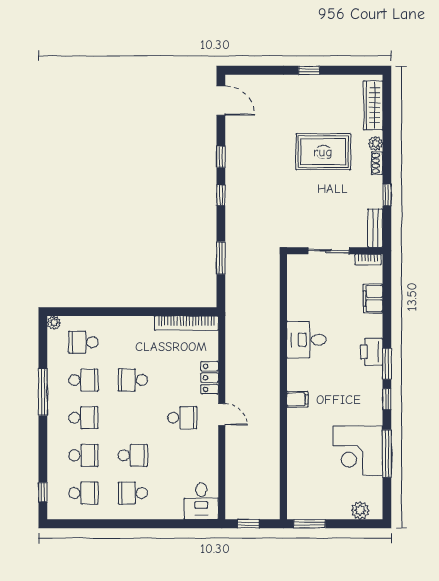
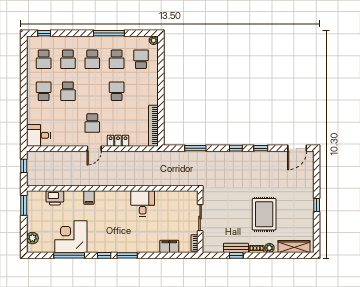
bench: (375, 228) -> (236, 248), moved
printer: (372, 352) -> (55, 198), moved, turned 180
filing cabinet: (297, 399) -> (89, 197), moved

